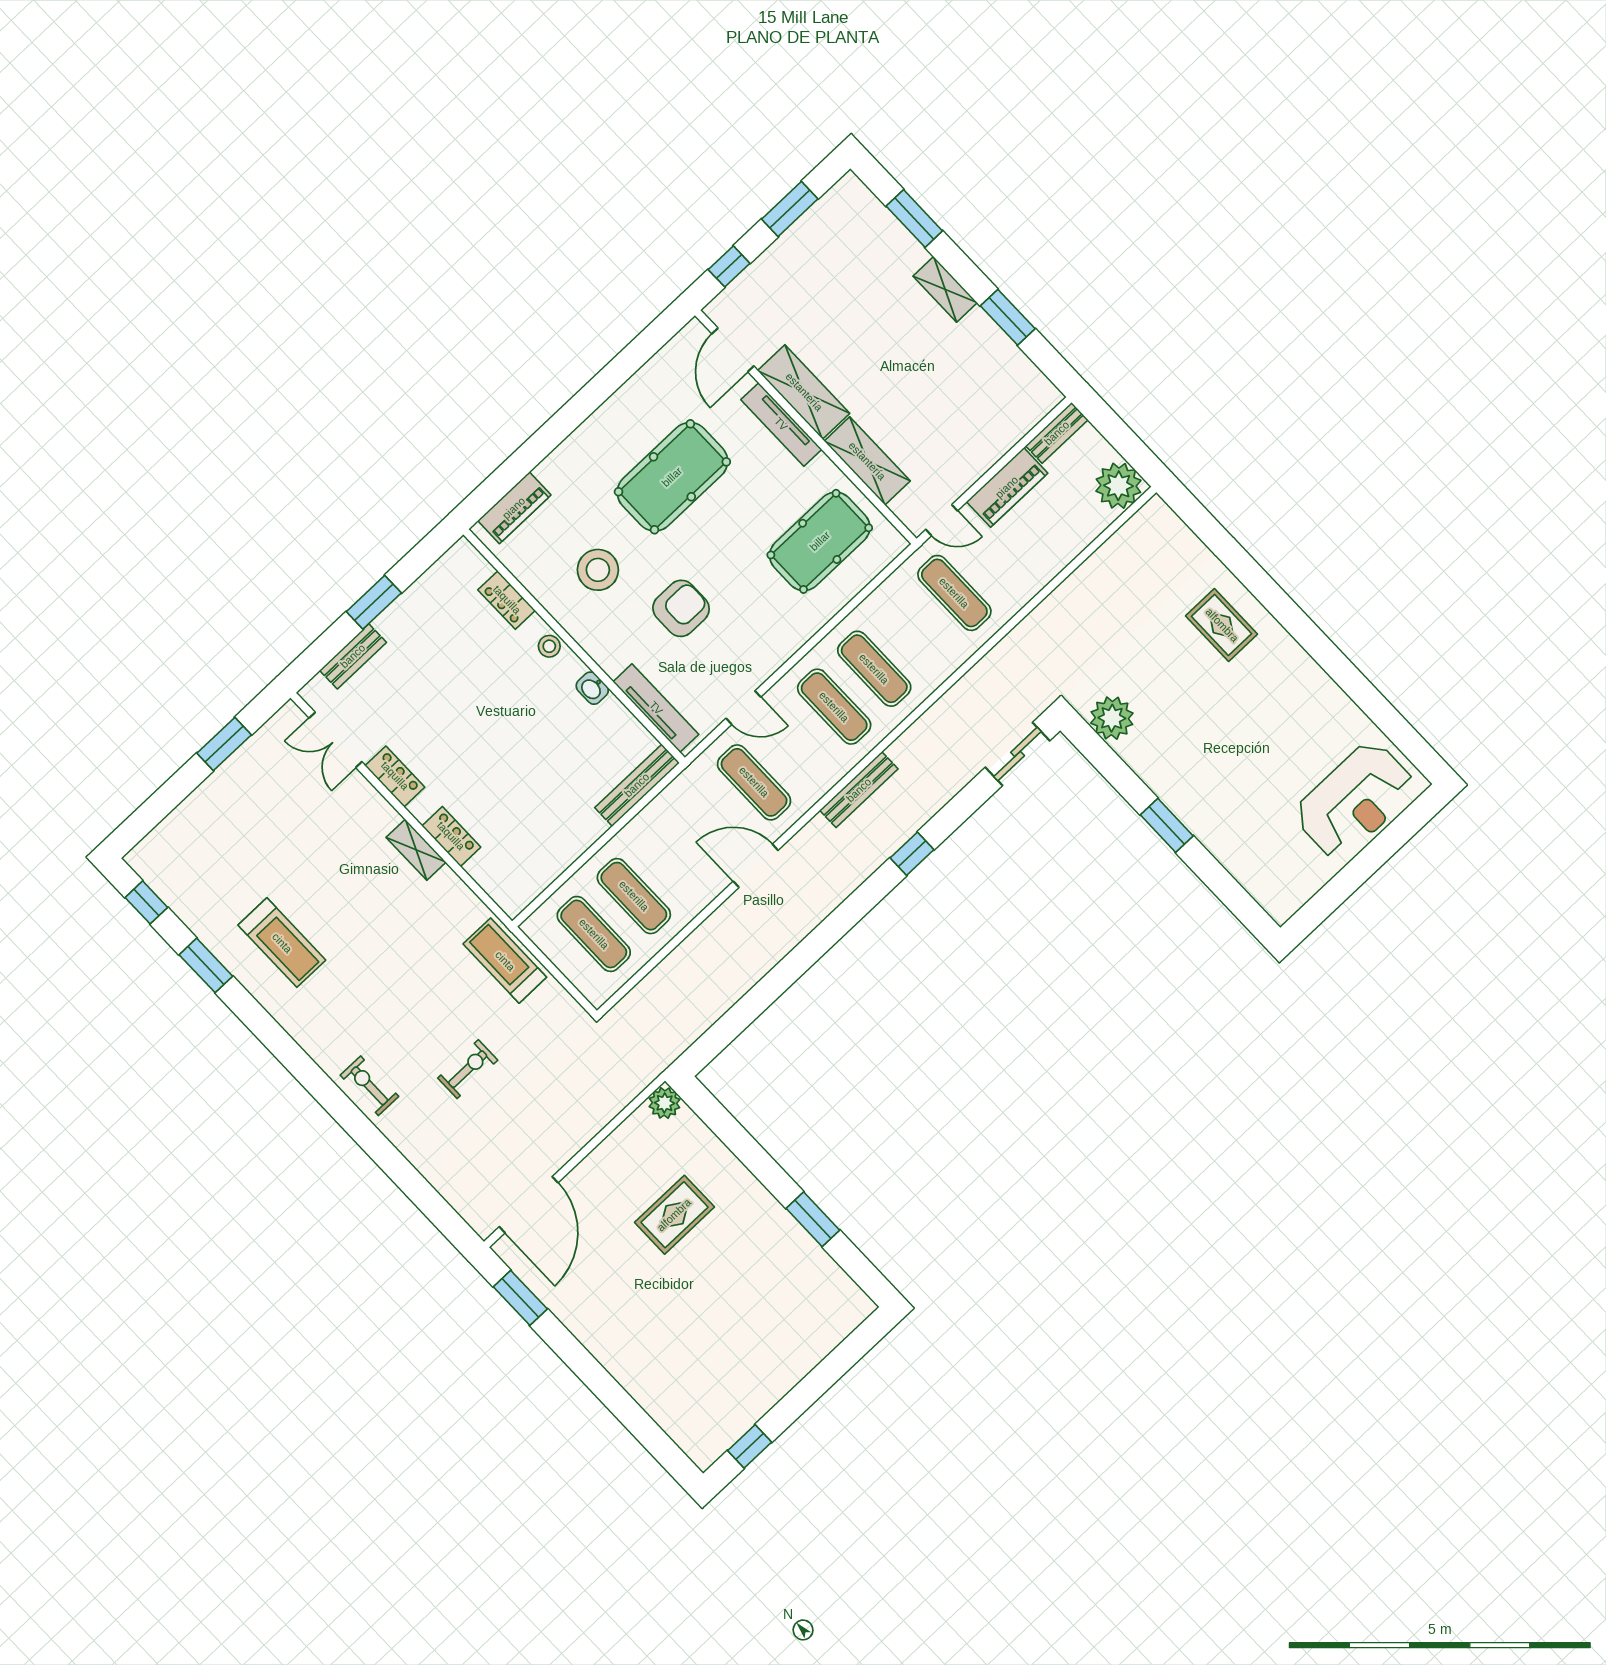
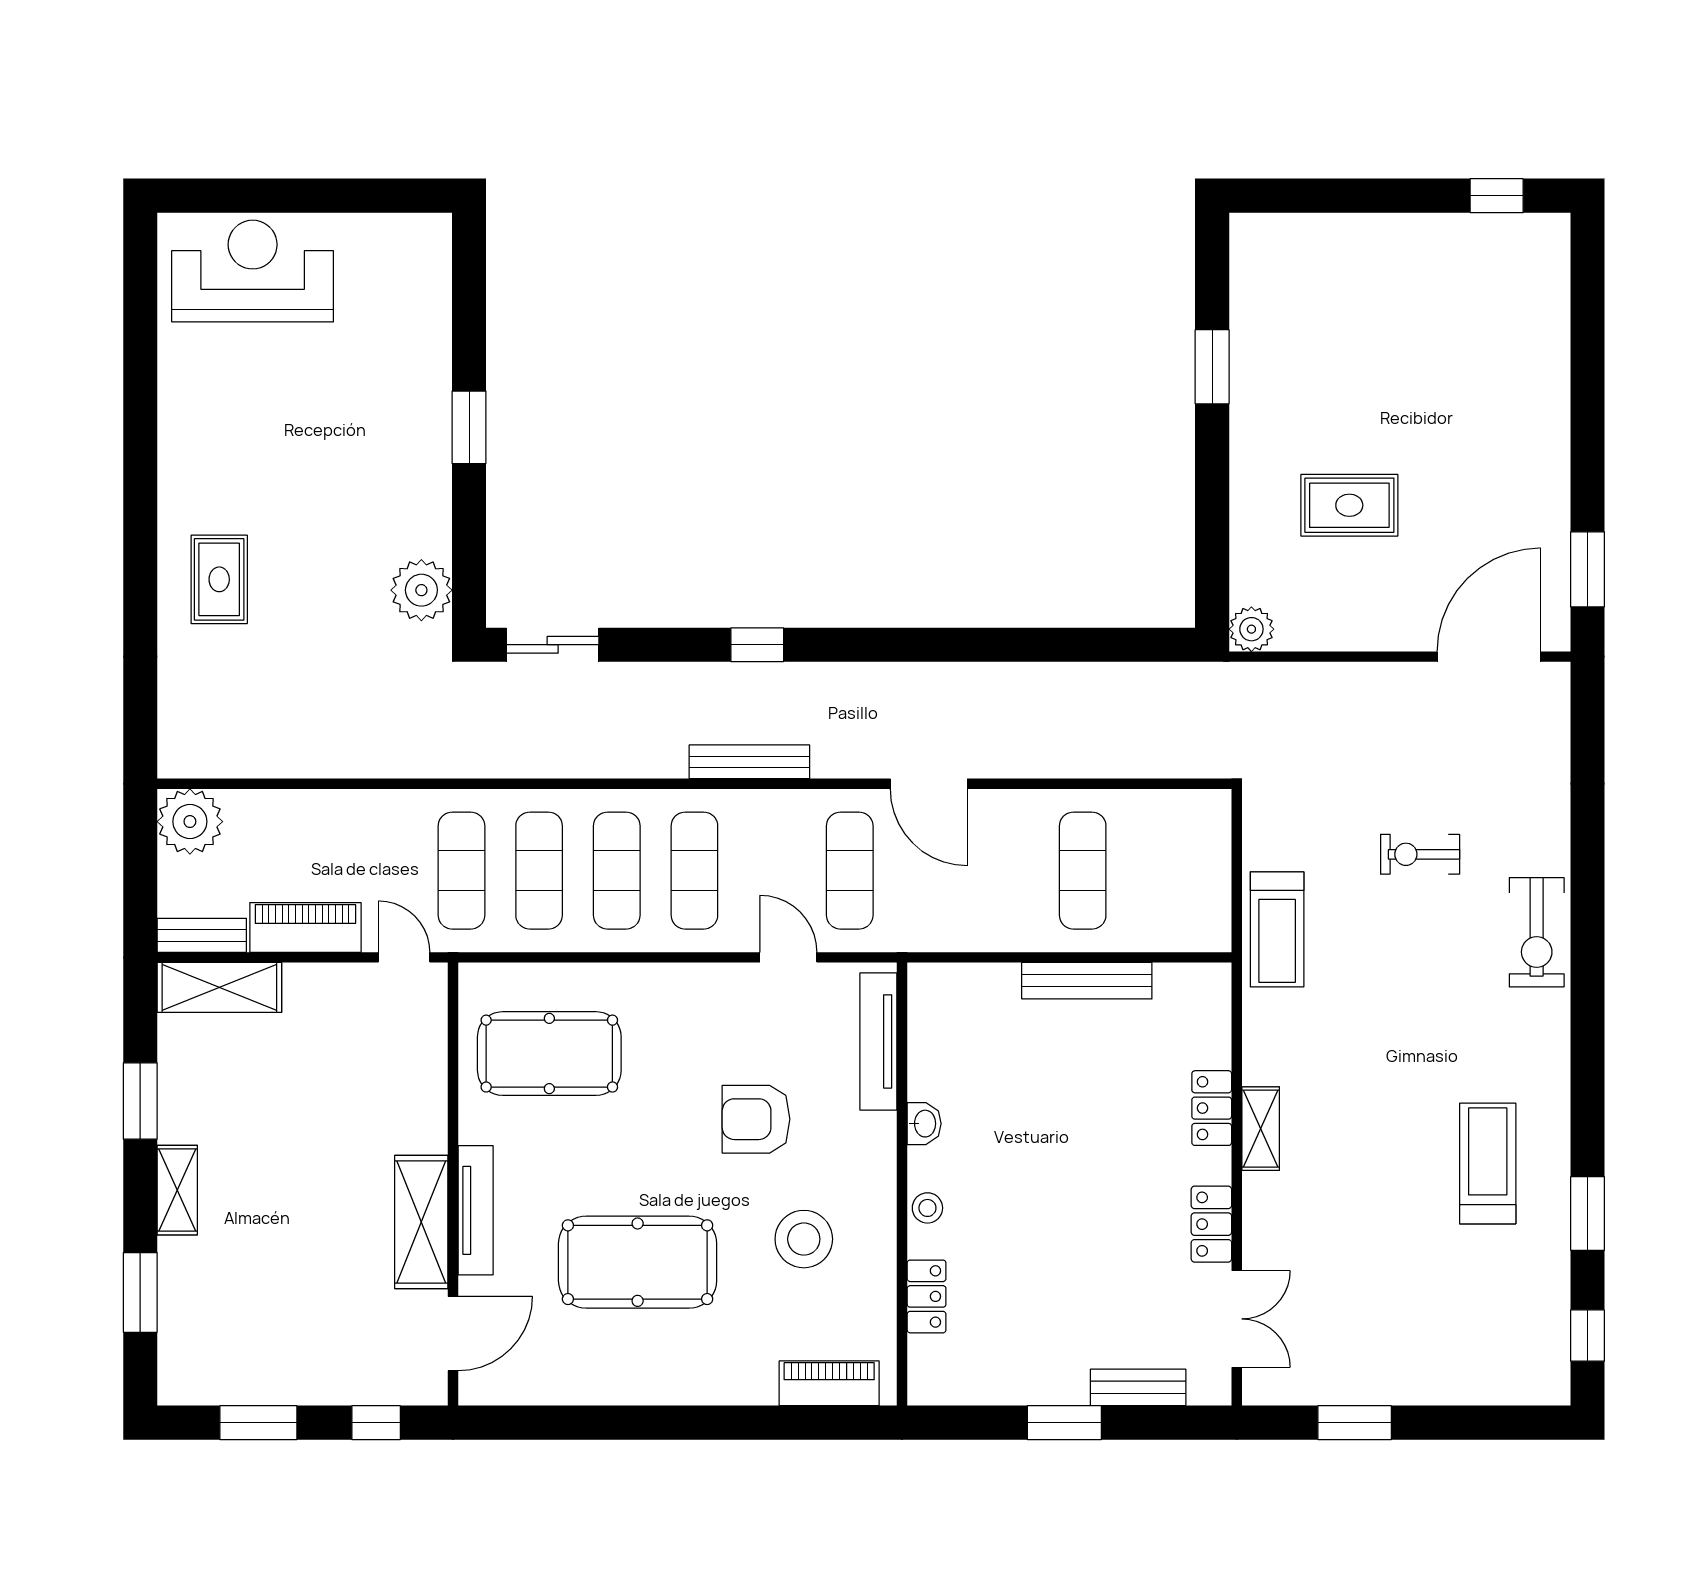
shelving: (867, 461) -> (219, 987), moved, turned 90
bench: (637, 785) -> (1087, 981), moved
exercise mat: (594, 934) -> (539, 871), moved
exercise bike: (369, 1086) -> (1537, 932), width x1.38, depth x1.39

